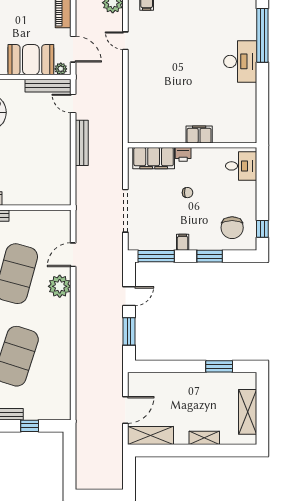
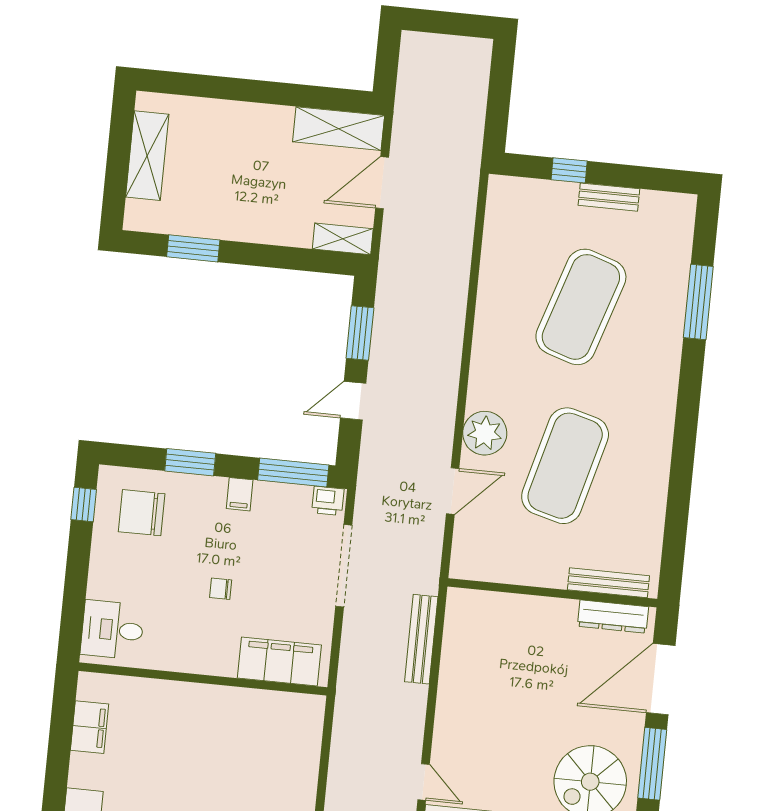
filing cabinet: (199, 134) -> (89, 727), moved, turned -90
bench: (82, 143) -> (421, 639), moved
printer: (183, 154) -> (328, 501), moved, turned 180
chair: (232, 228) -> (142, 513), turned -90
shelving: (204, 438) -> (343, 239), moved

